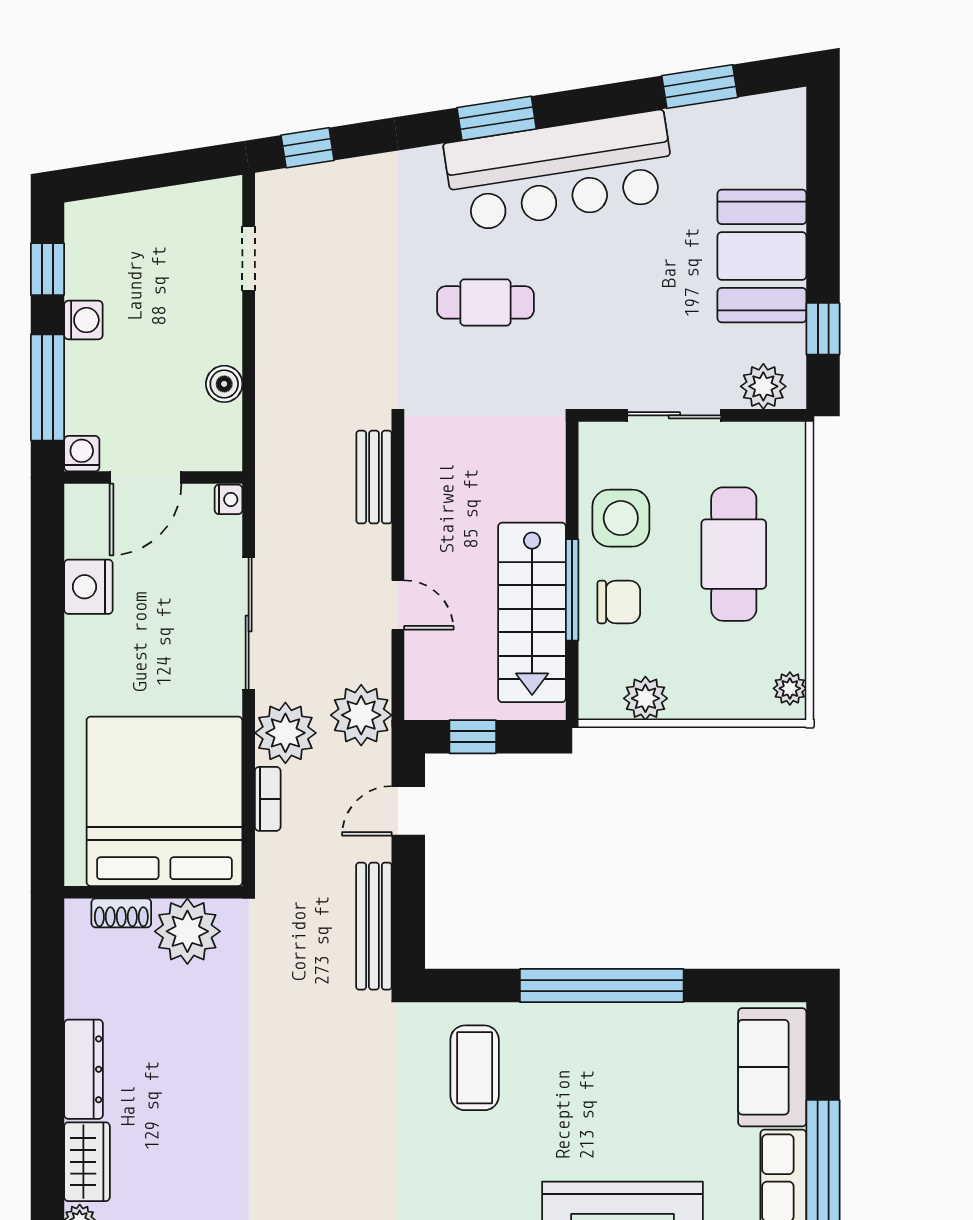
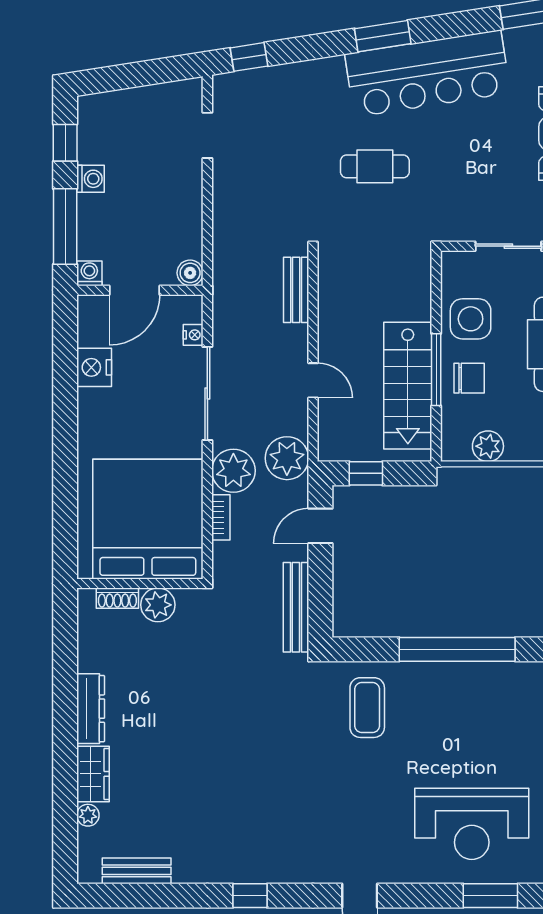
boiler: (224, 384) -> (190, 273), moved
nightstand: (228, 499) -> (193, 335), moved
plant: (187, 931) -> (158, 605), width x0.73, depth x0.73

